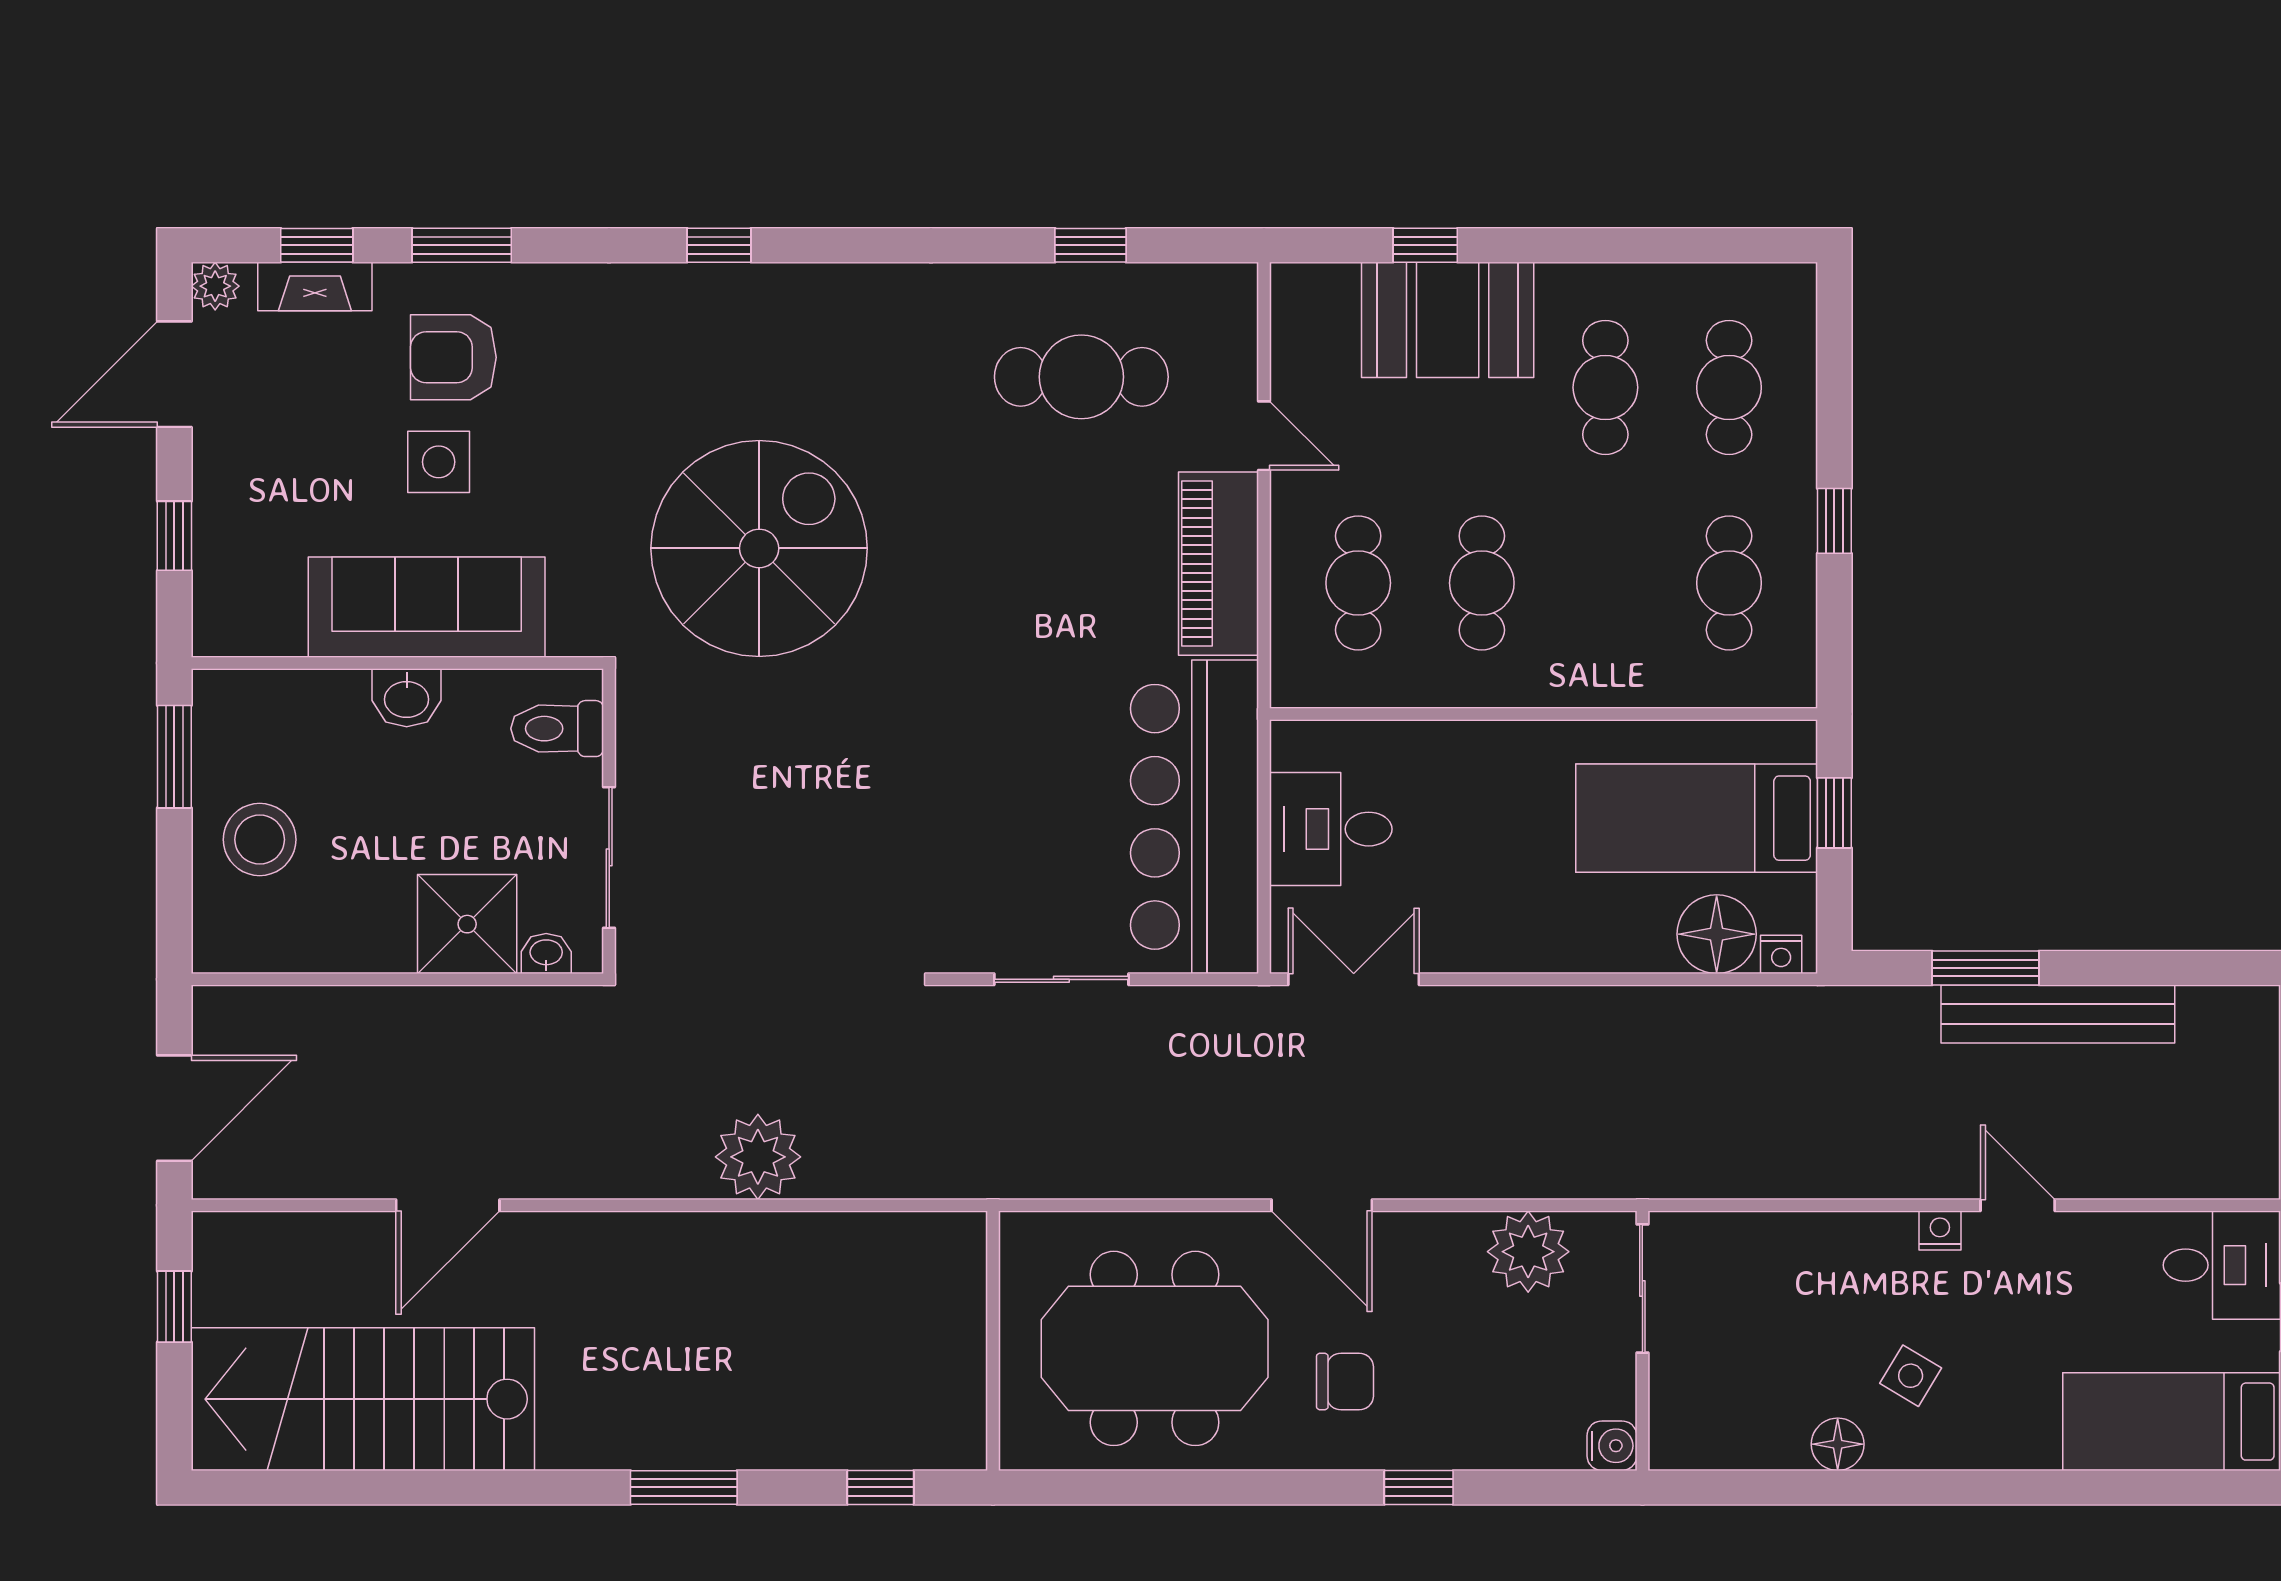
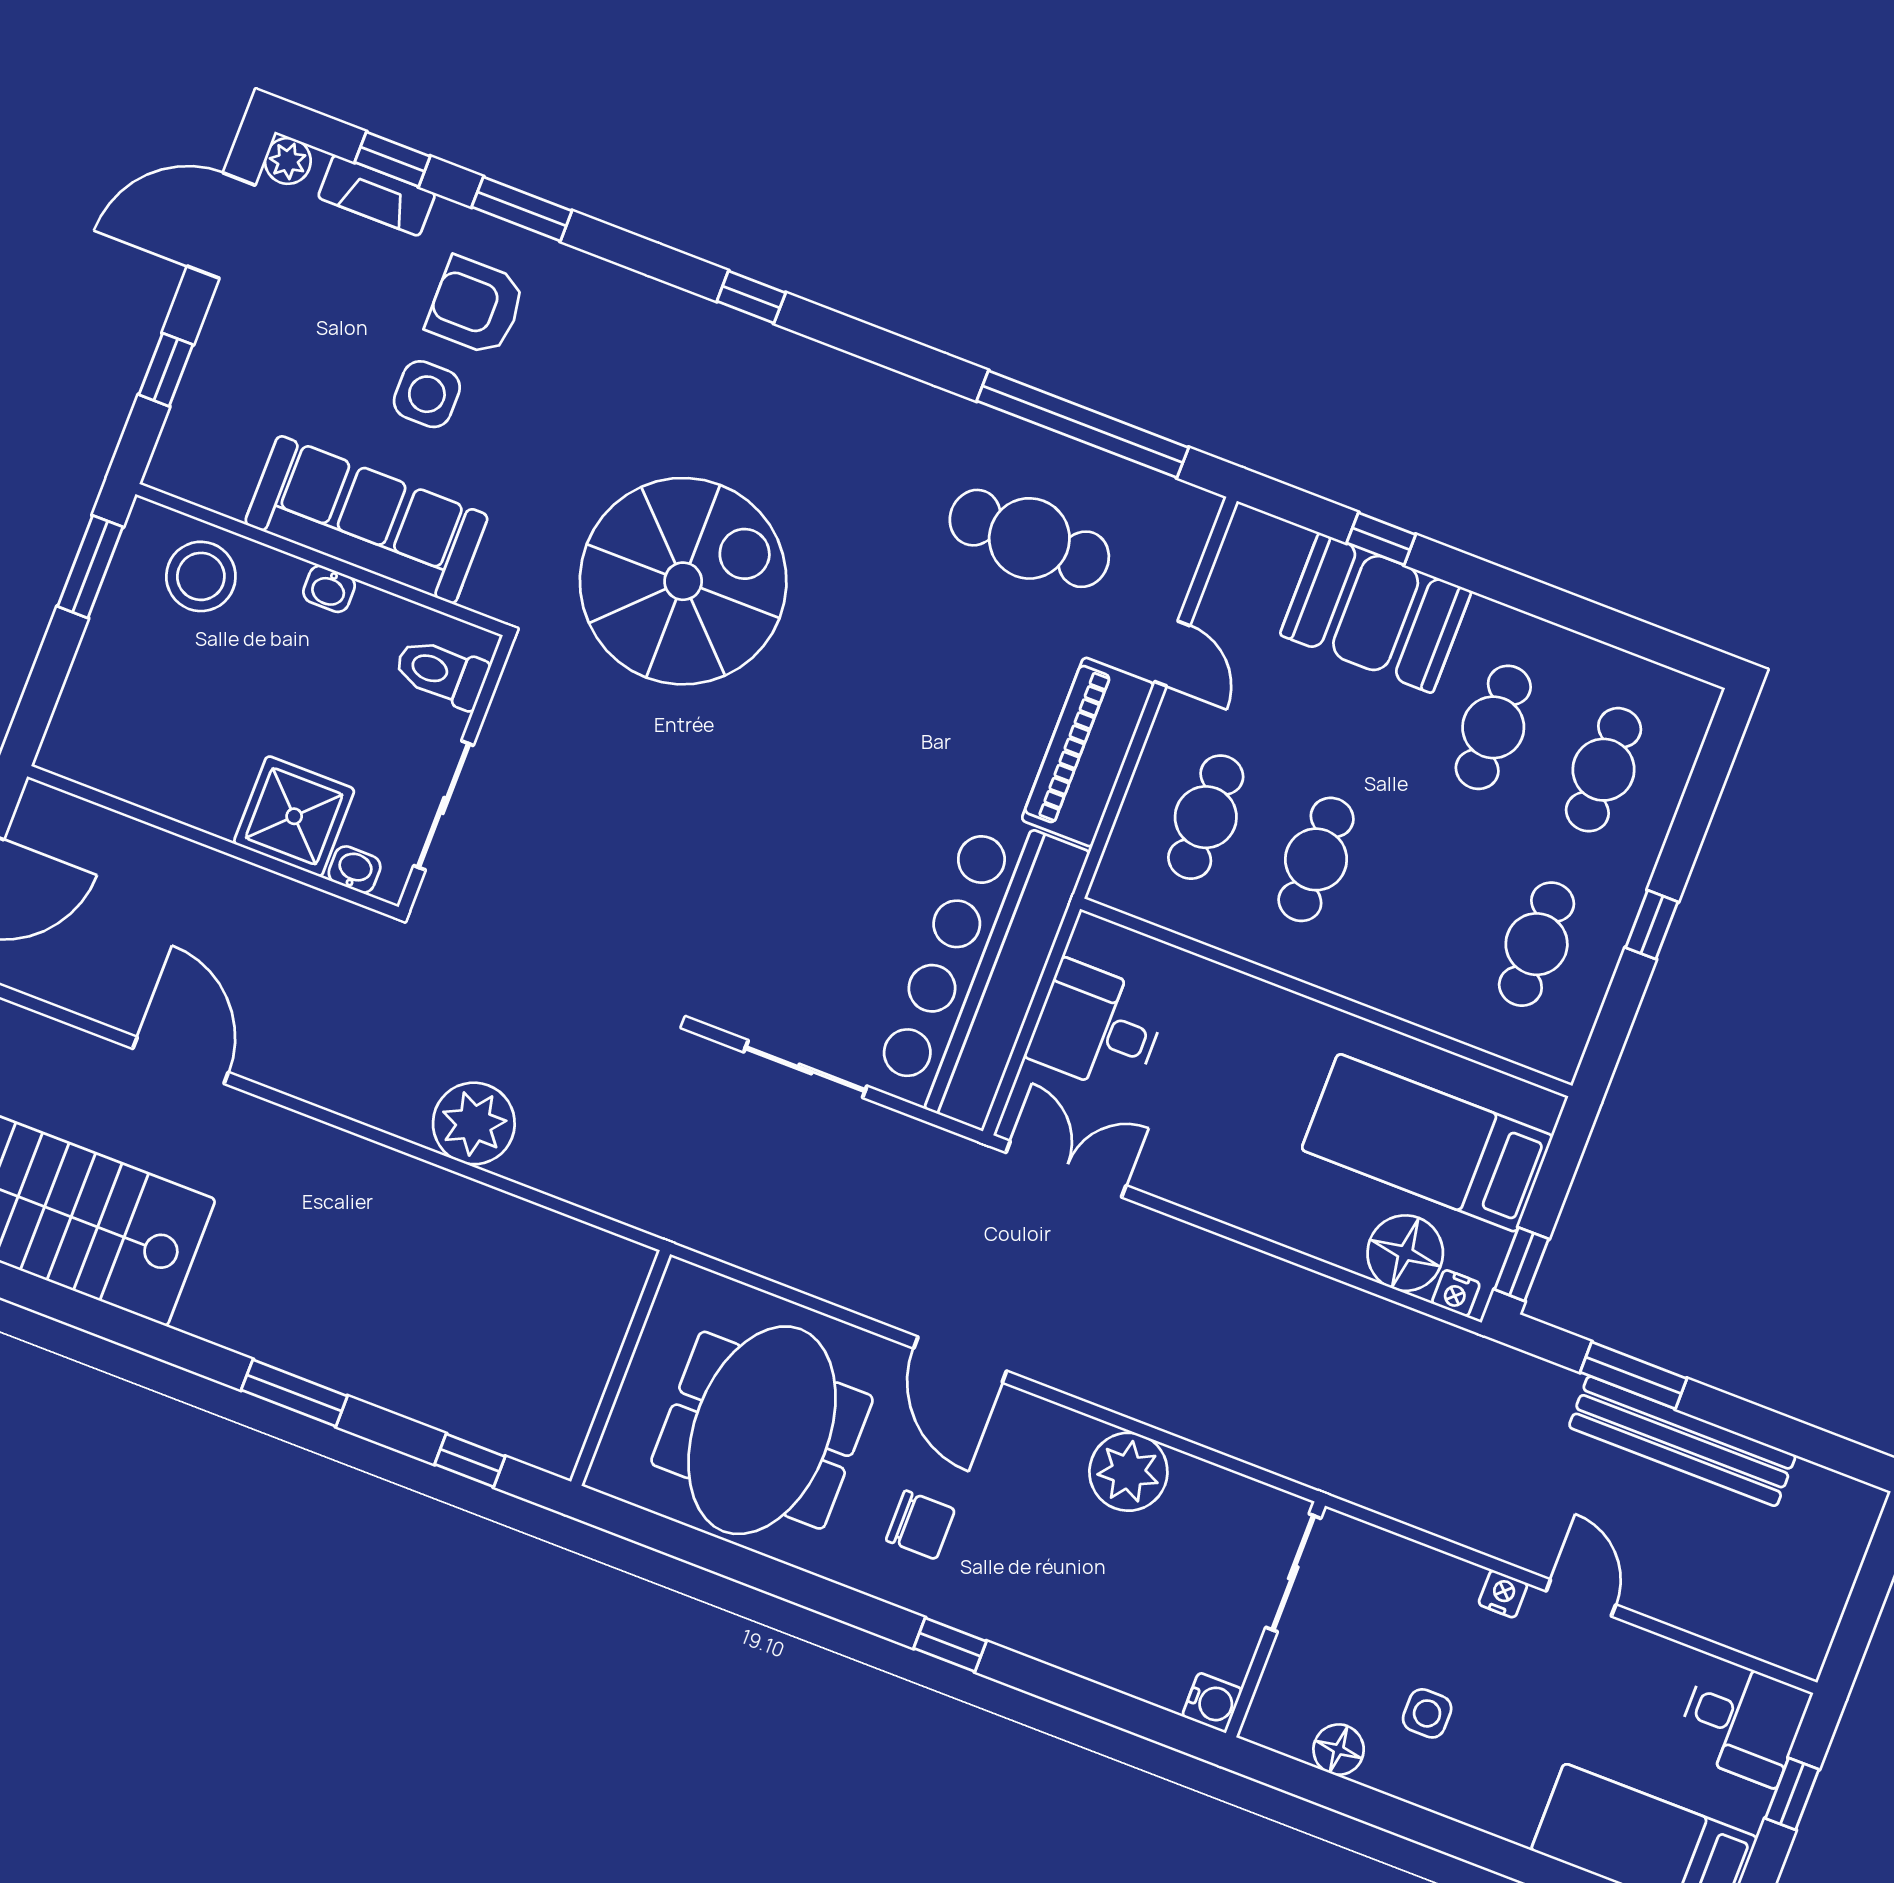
window: (1091, 245) -> (1083, 424), width x3.17
washbasin: (407, 698) -> (329, 589), width x0.72, depth x0.69
window: (1834, 813) -> (1522, 1264), moved
stool: (260, 840) -> (201, 576), moved
door: (448, 1205) -> (181, 1060), swing flipped
sliding door: (1642, 1289) -> (1293, 1573), moved
wall: (1642, 1341) -> (1275, 1619), moved
meeting table: (1155, 1348) -> (762, 1430), turned 90
side table: (1911, 1376) -> (1427, 1713), turned -31
water cooler: (1612, 1446) -> (1212, 1703), moved

